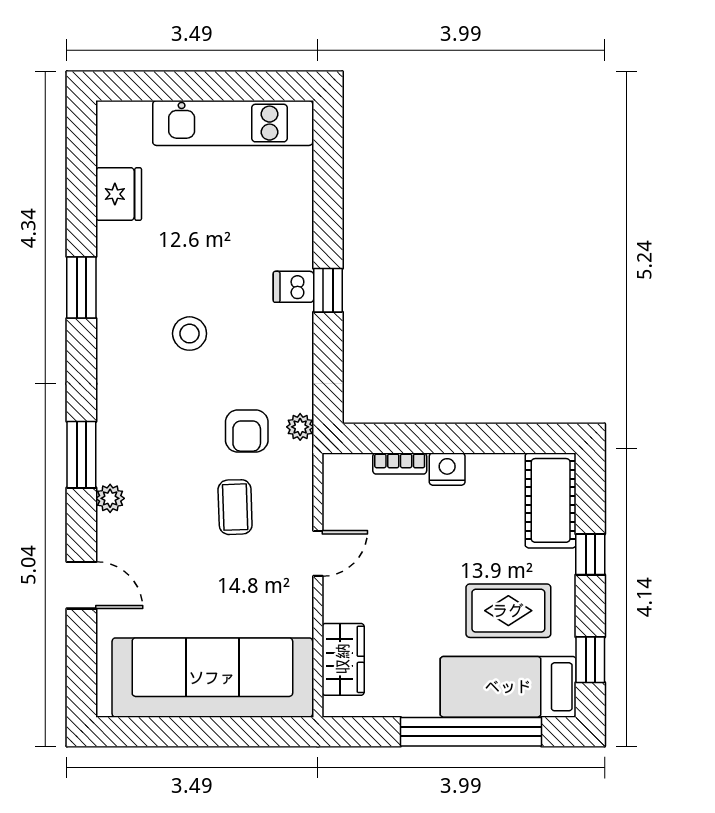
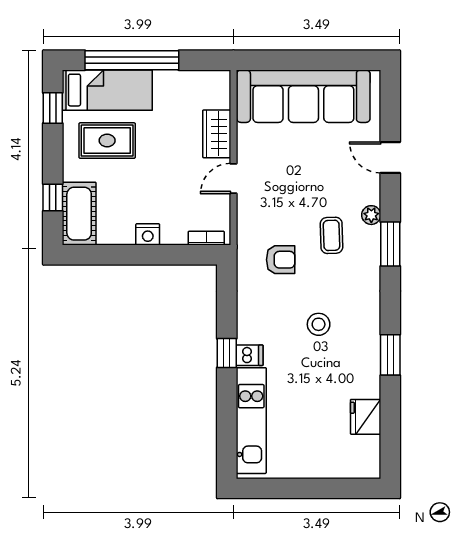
kitchen unit: (233, 123) -> (251, 421), moved, turned 90
plant: (300, 427) -> (245, 262), removed
armchair: (247, 431) -> (281, 260), turned 90
bookcase: (400, 463) -> (206, 238), moved
coffee table: (235, 507) -> (331, 235), moved
window: (590, 554) -> (53, 197), moved
wardrobe: (343, 659) -> (217, 134), moved

